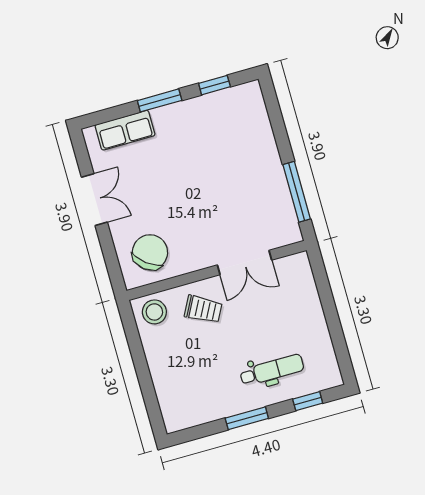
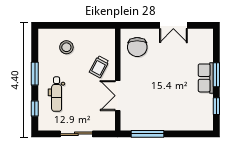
row of seats: (125, 130) -> (206, 78), moved
chair: (150, 252) -> (137, 47), turned 52
stool: (154, 312) -> (66, 47), moved
sliding door: (332, 316) -> (76, 134), added

